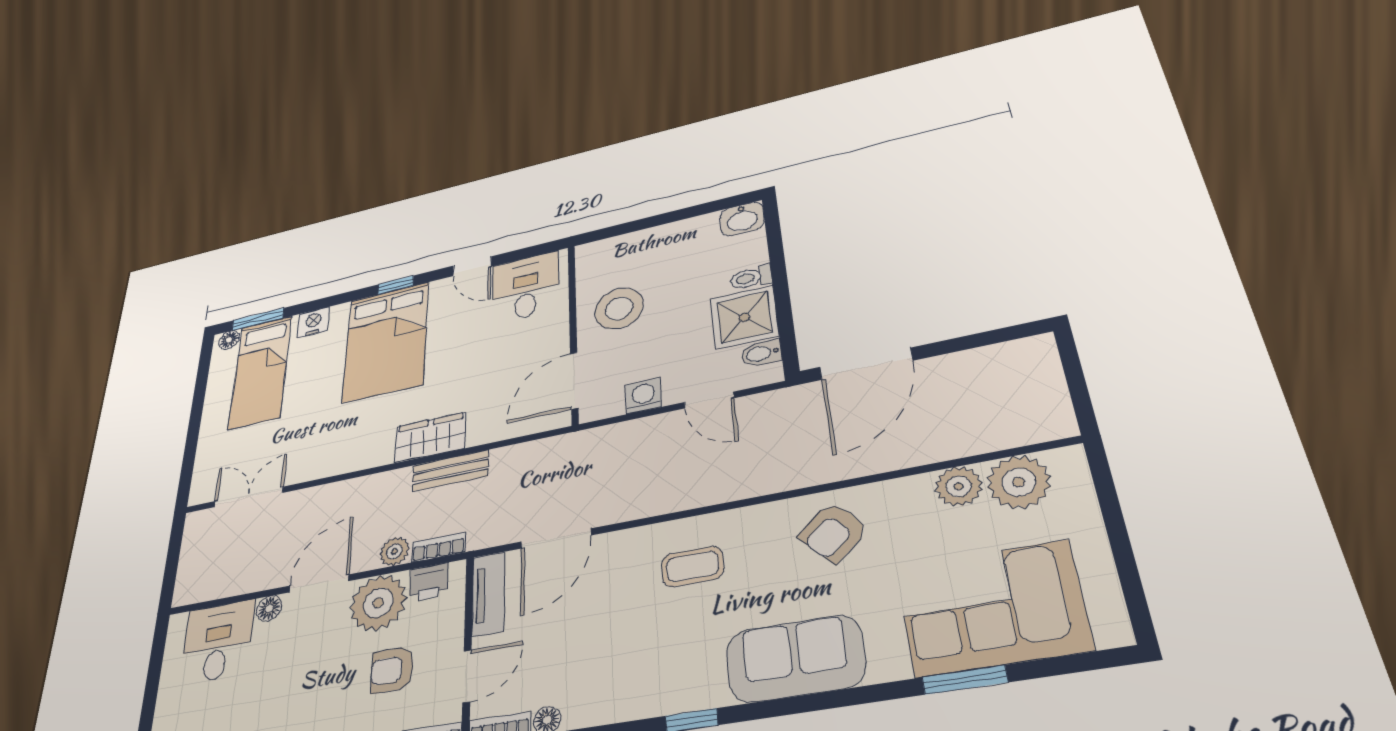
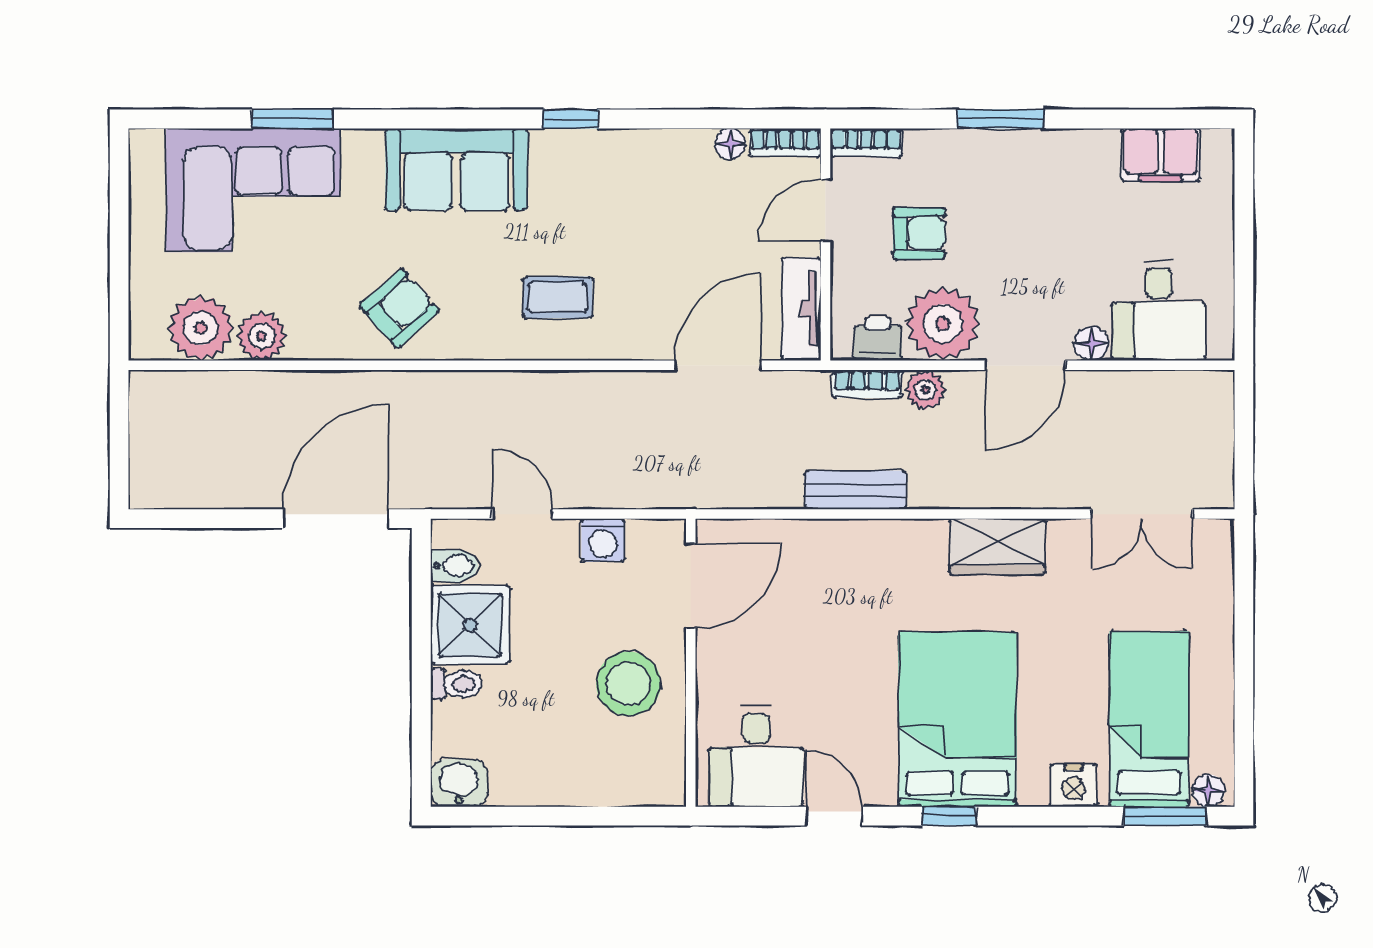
wardrobe: (430, 438) -> (997, 546), moved

